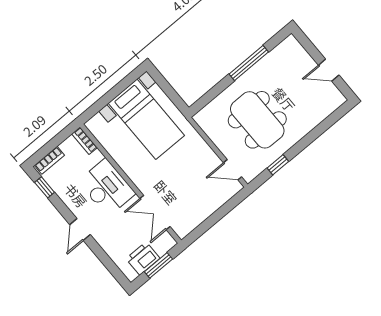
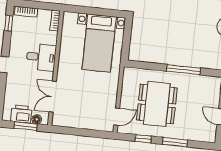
window: (310, 138) -> (175, 142), added
door: (233, 170) -> (117, 117), swing flipped
desk: (107, 188) -> (41, 57), width x0.73
floor lamp: (162, 249) -> (37, 119), added

